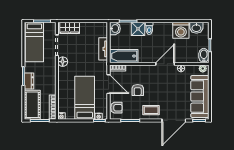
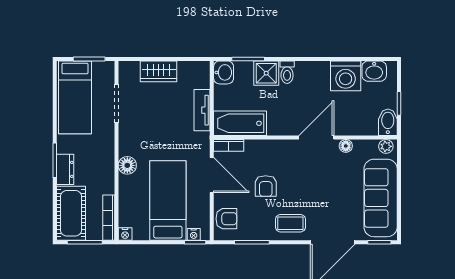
wardrobe: (70, 28) -> (159, 71), moved
floor lamp: (63, 62) -> (127, 165), moved

